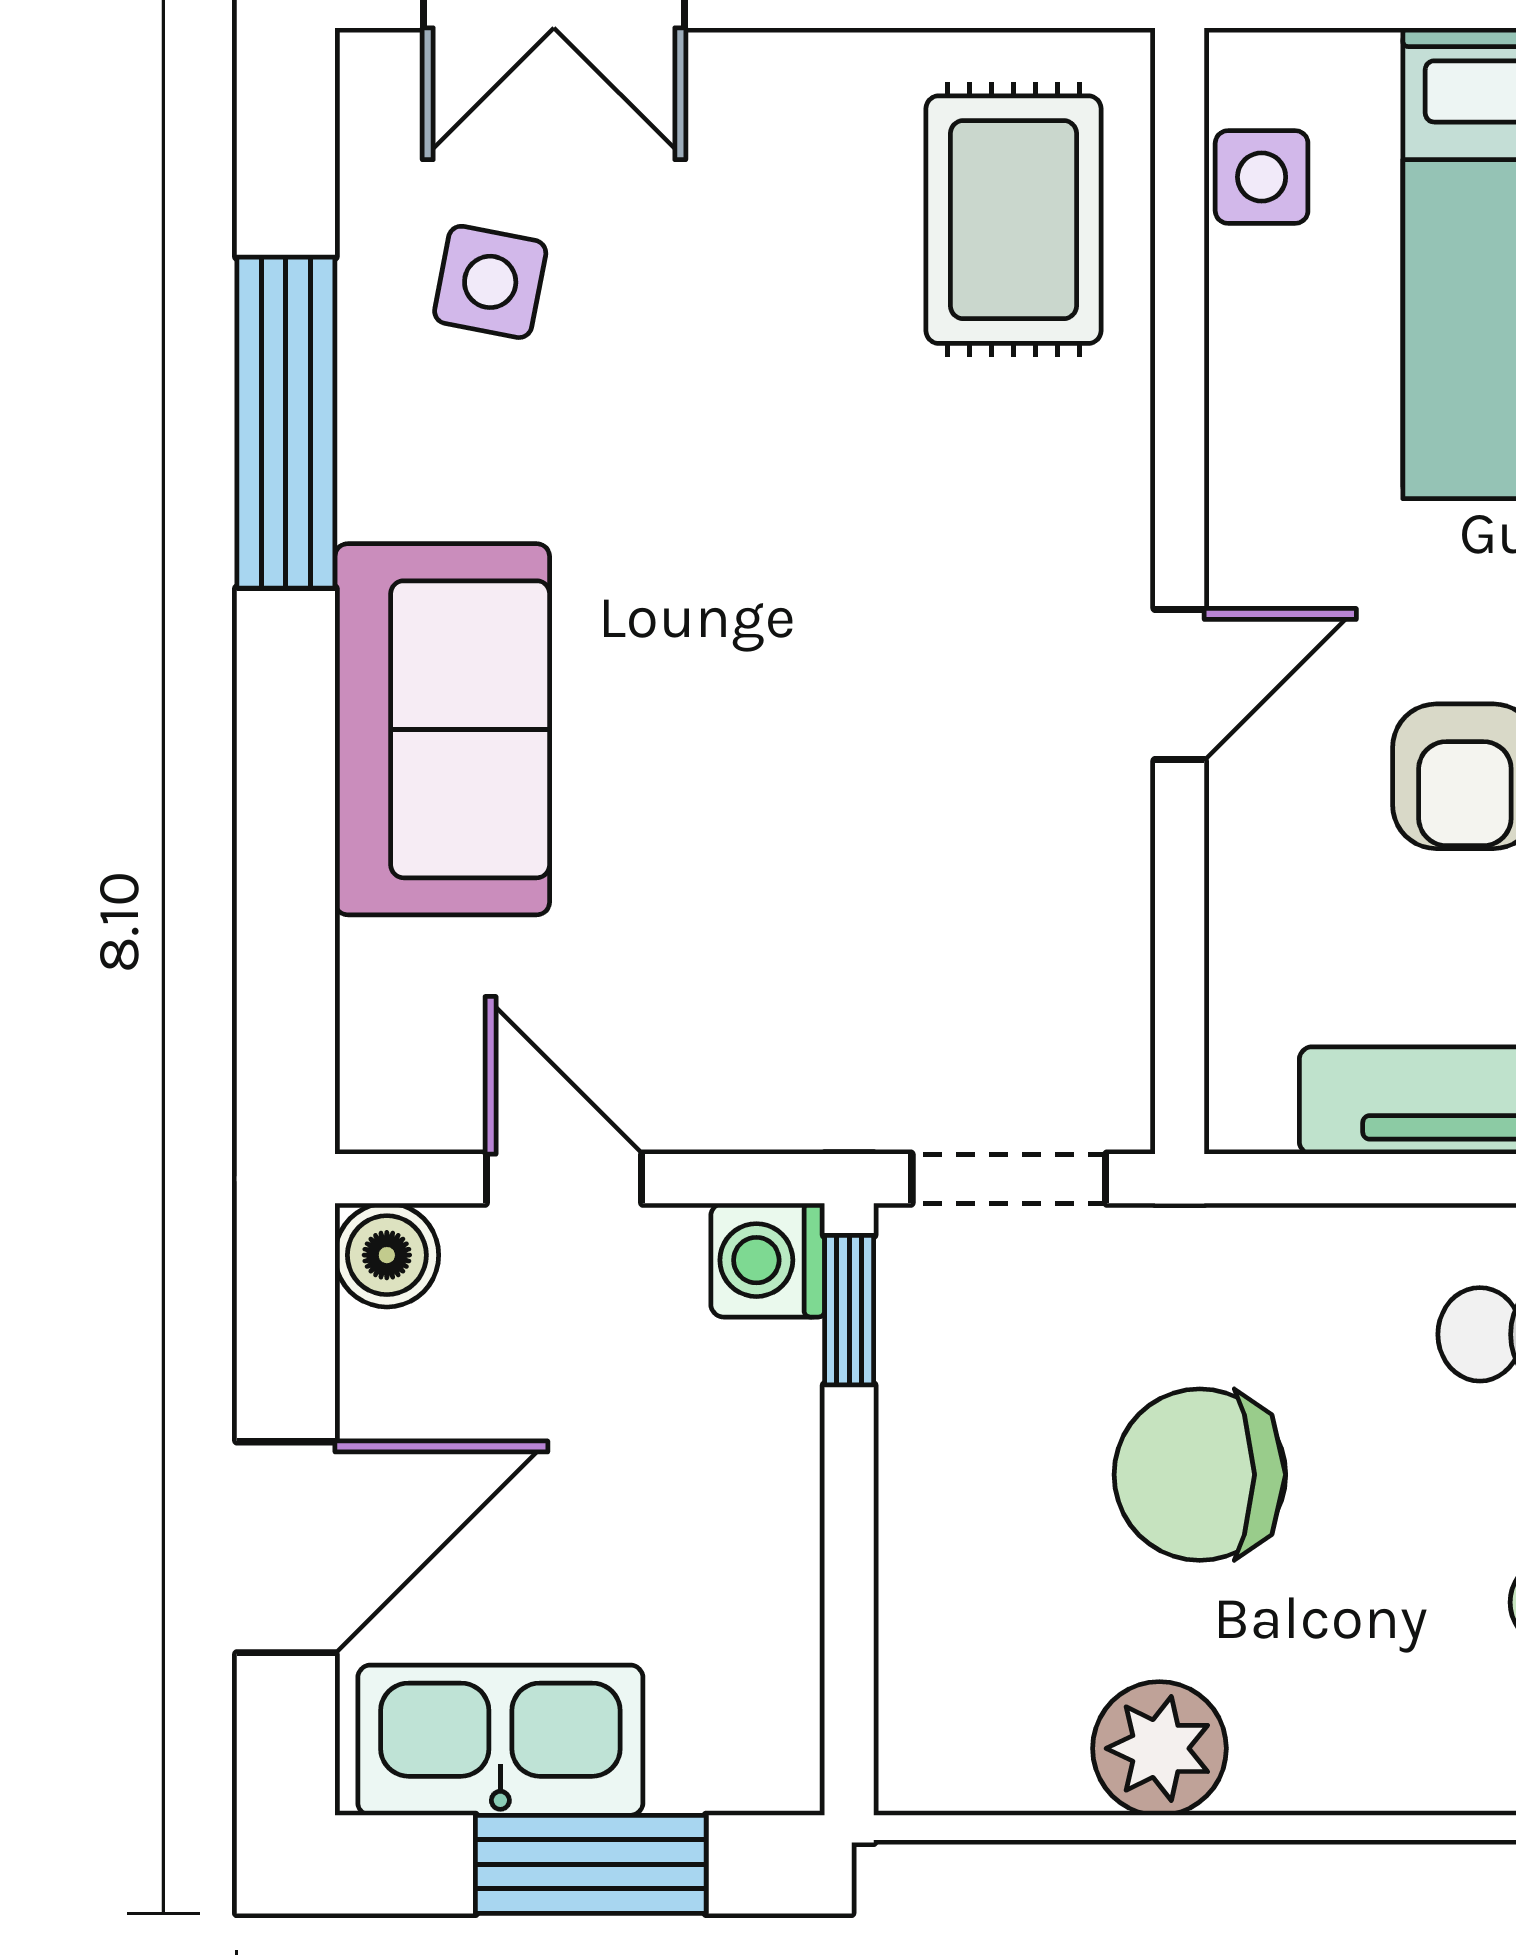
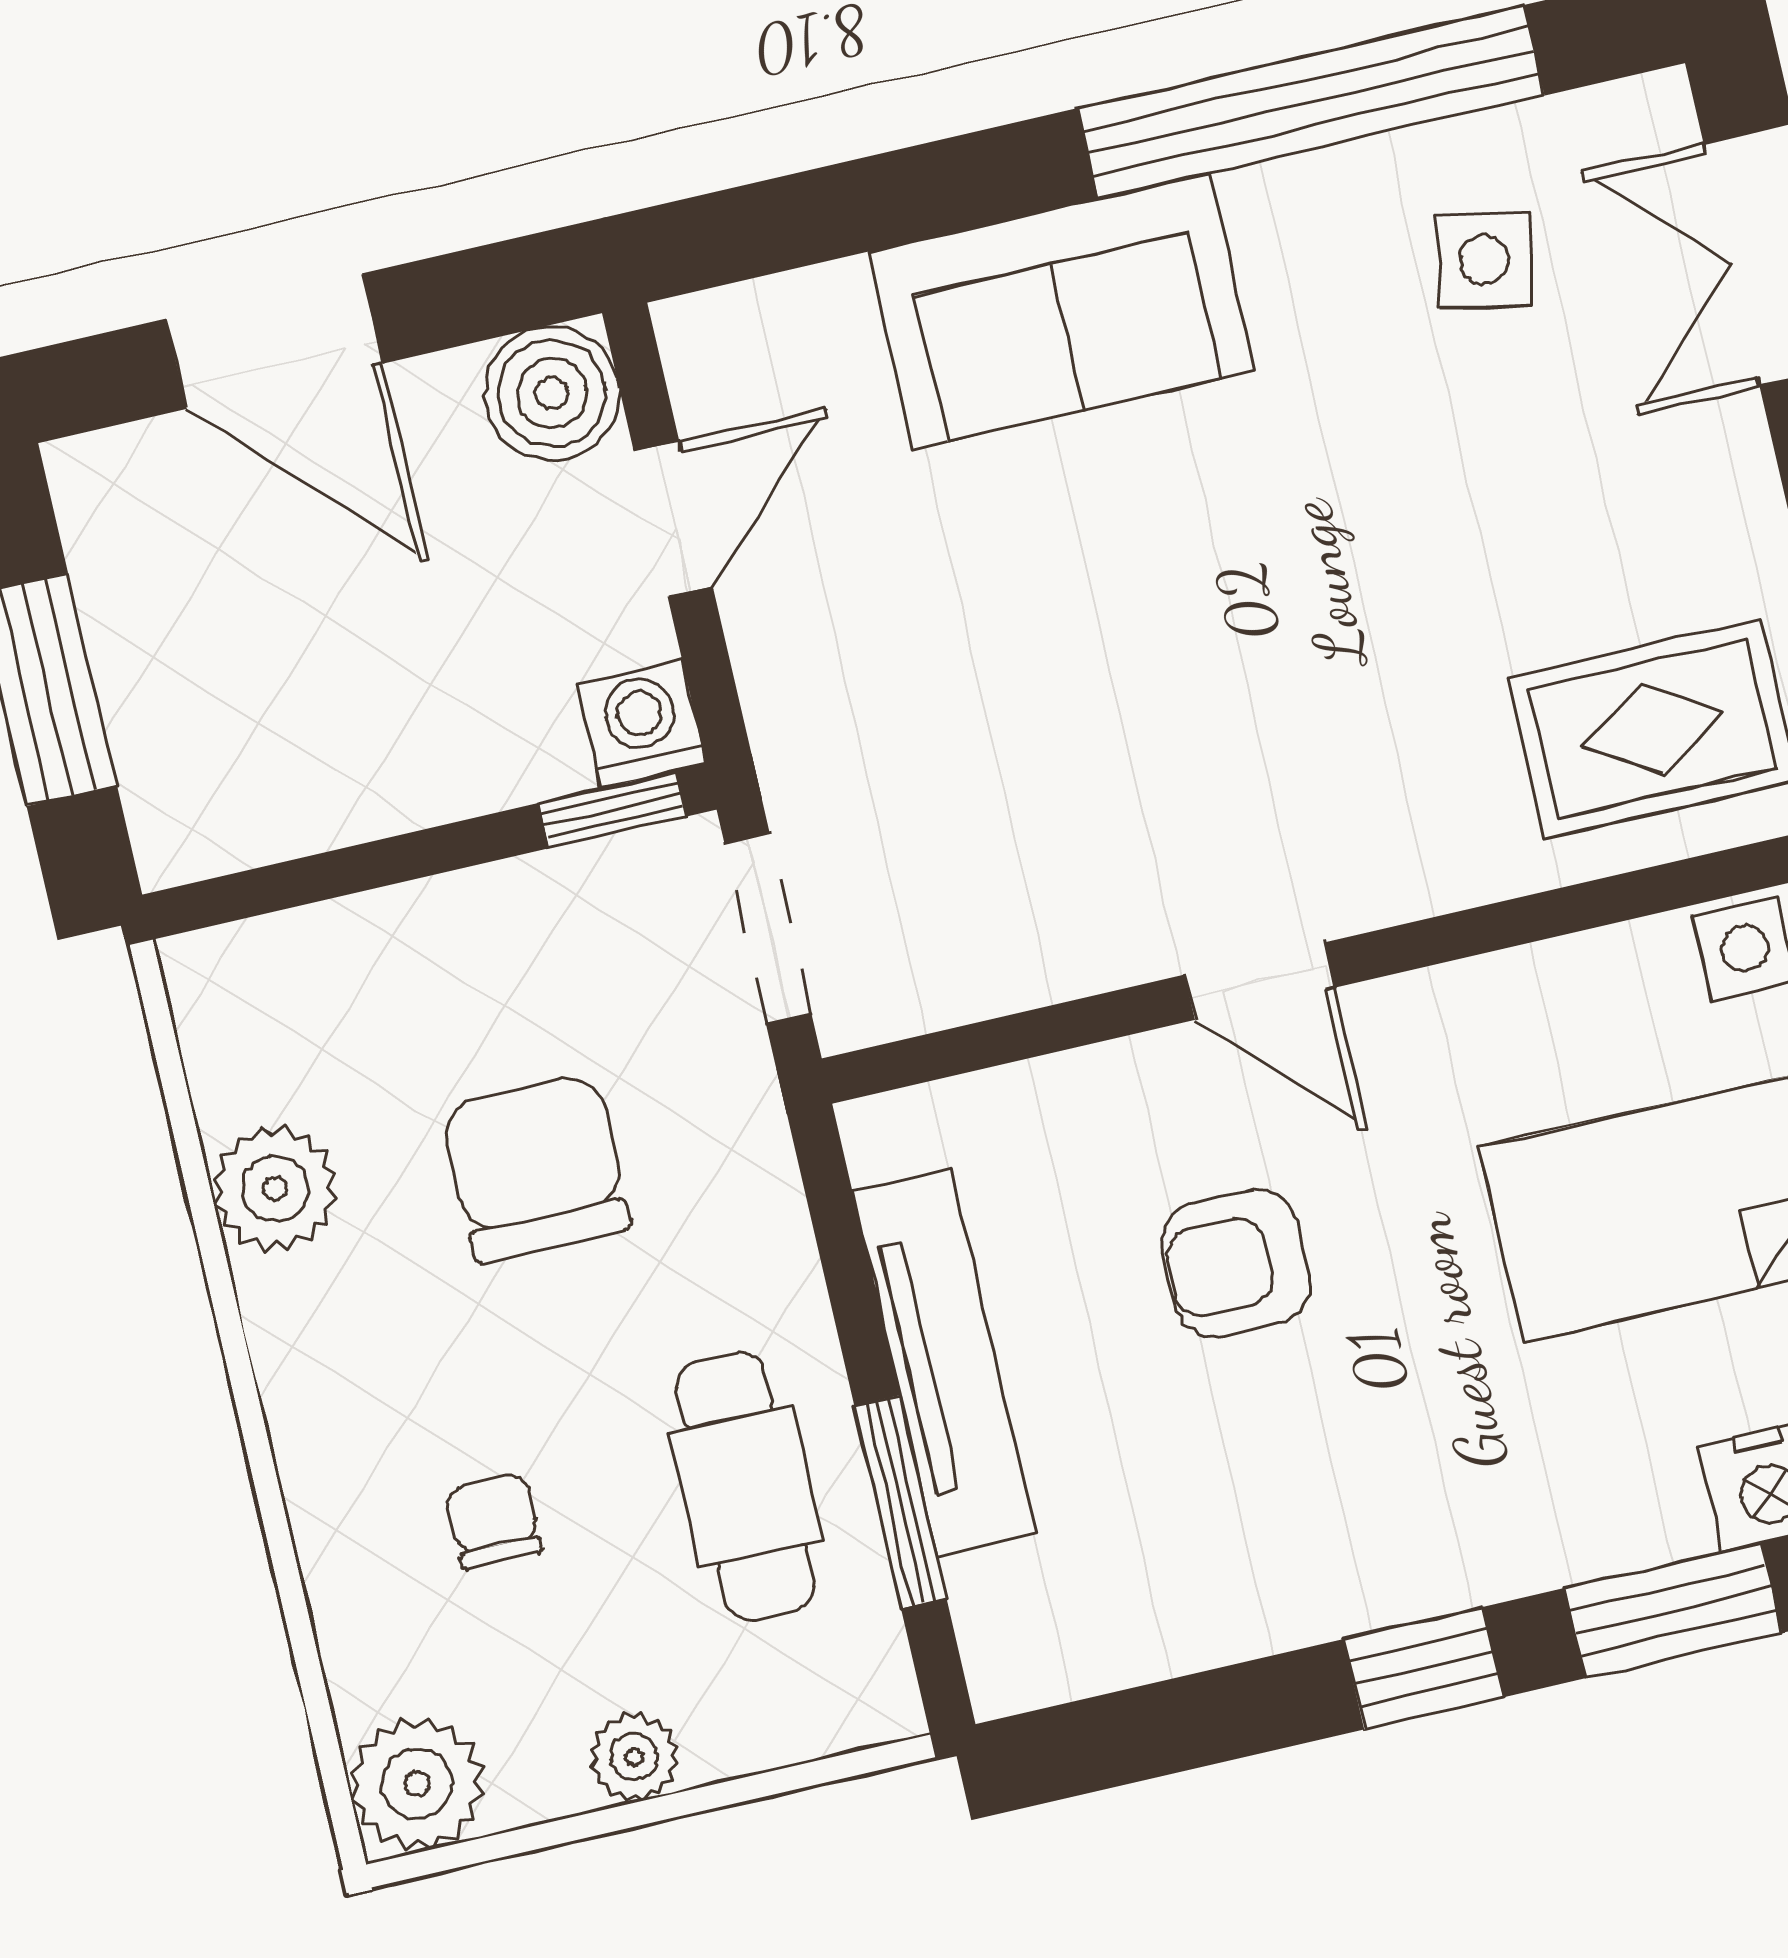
window: (286, 423) -> (1311, 102), width x1.46
boiler: (387, 1255) -> (552, 393), width x1.36, depth x1.36
kitchen sink: (500, 1740) -> (142, 580), removed

